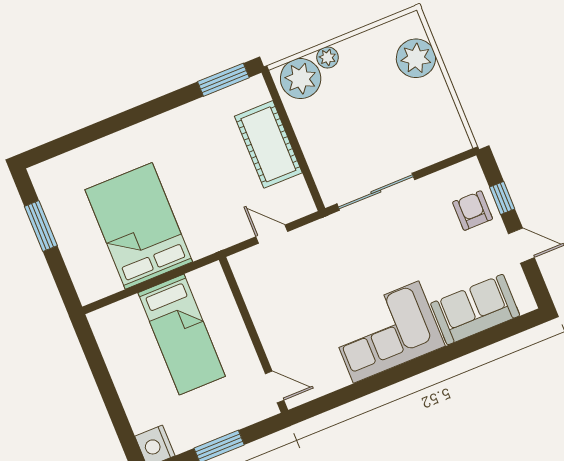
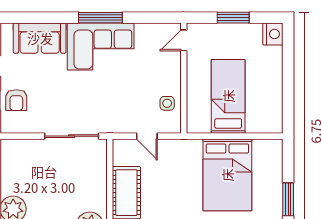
side table: (262, 291) -> (167, 103), added
window: (403, 372) -> (100, 18), added
door: (275, 387) -> (184, 40), hinge flipped

